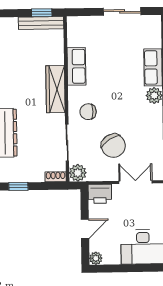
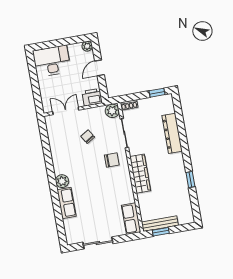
row of seats: (76, 66) -> (131, 219), moved
chair: (113, 146) -> (88, 137), width x0.54, depth x0.54
double door: (135, 182) -> (66, 111), swing flipped

